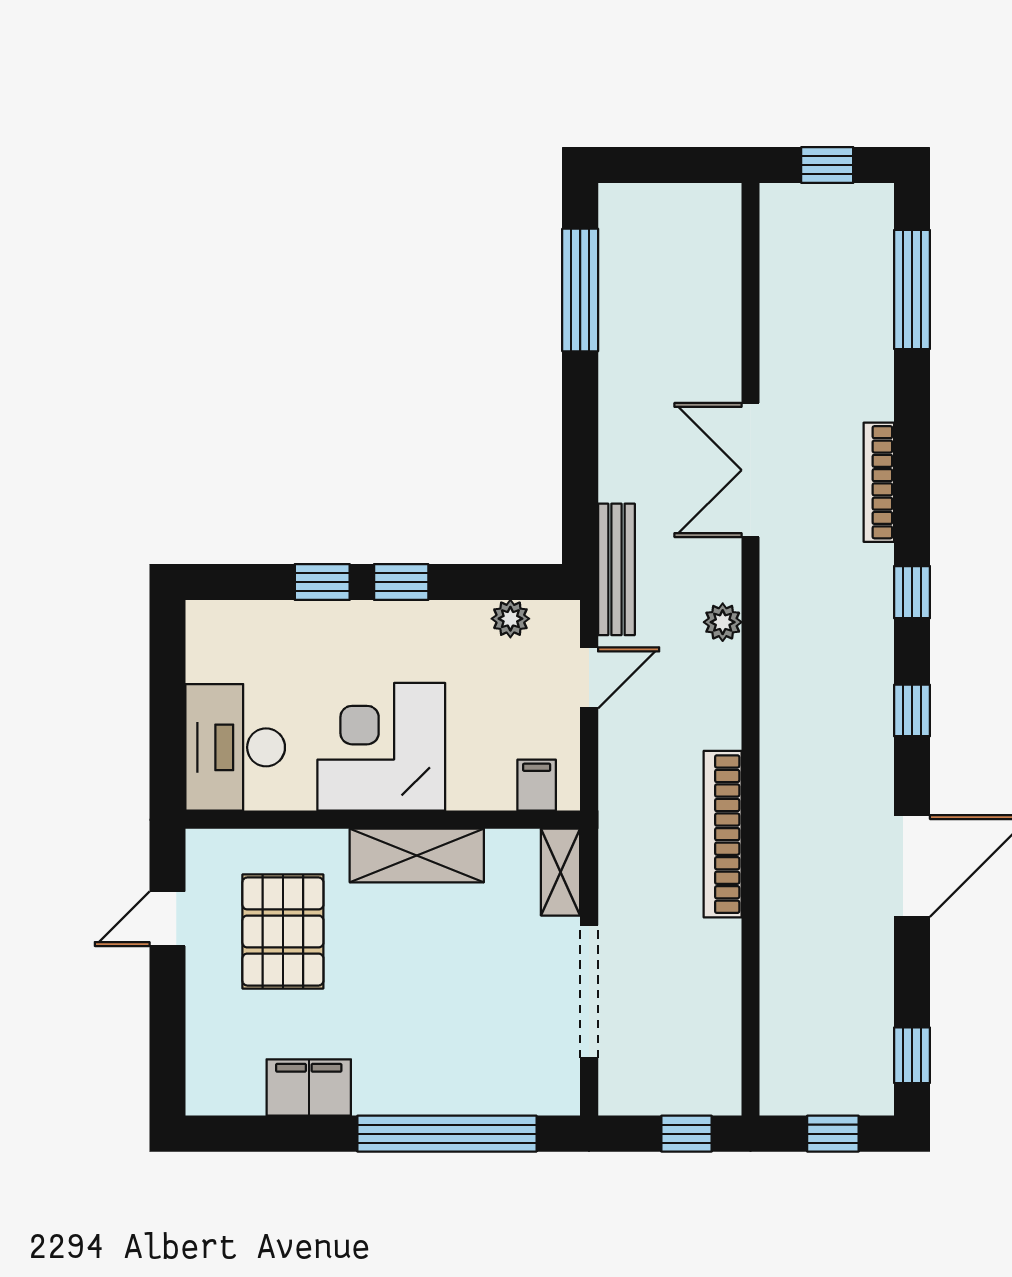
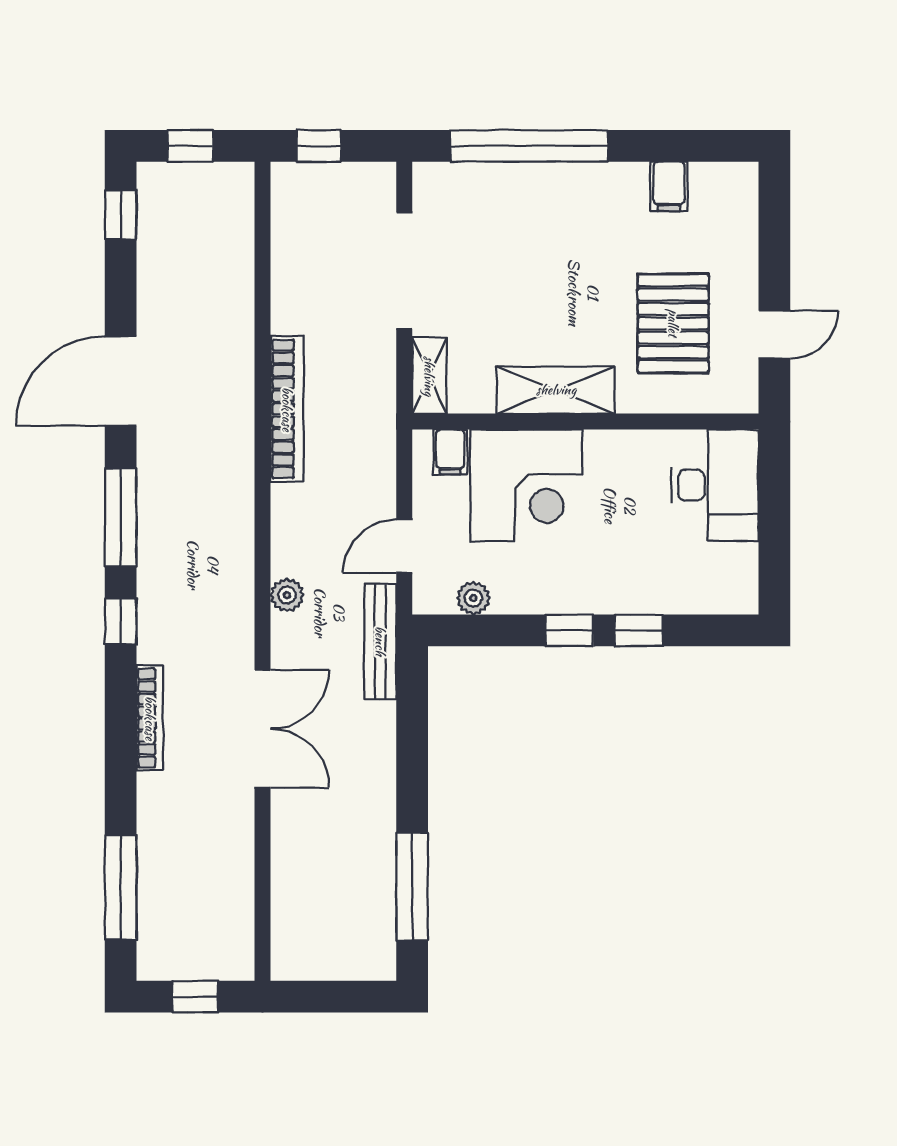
window: (912, 710) -> (121, 518), width x2.17
corner desk: (381, 747) -> (526, 486), moved
filing cabinet: (309, 1087) -> (669, 186), width x0.50

